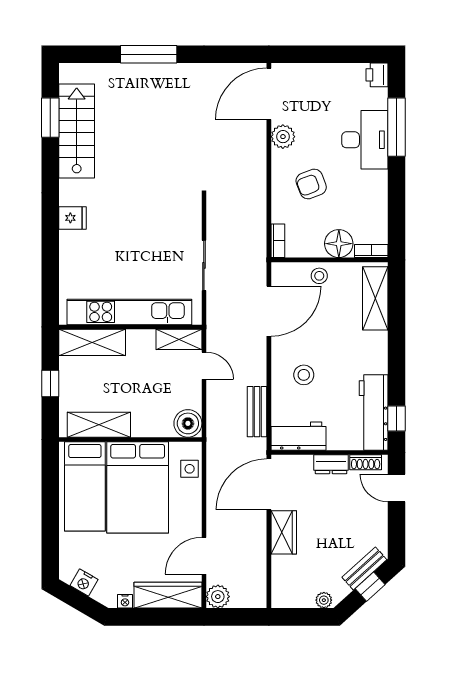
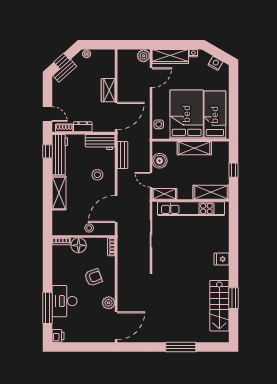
window: (50, 118) -> (233, 298), moved
shelving: (375, 298) -> (59, 193), moved
boiler: (188, 423) -> (160, 161), moved
shelving: (99, 425) -> (194, 148), moved

